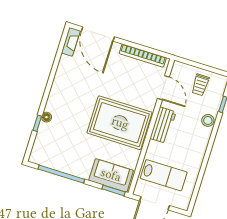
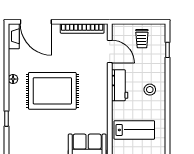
floor lamp: (46, 117) -> (13, 79), moved
stool: (208, 120) -> (150, 90), moved
rug: (120, 123) -> (52, 91), moved

